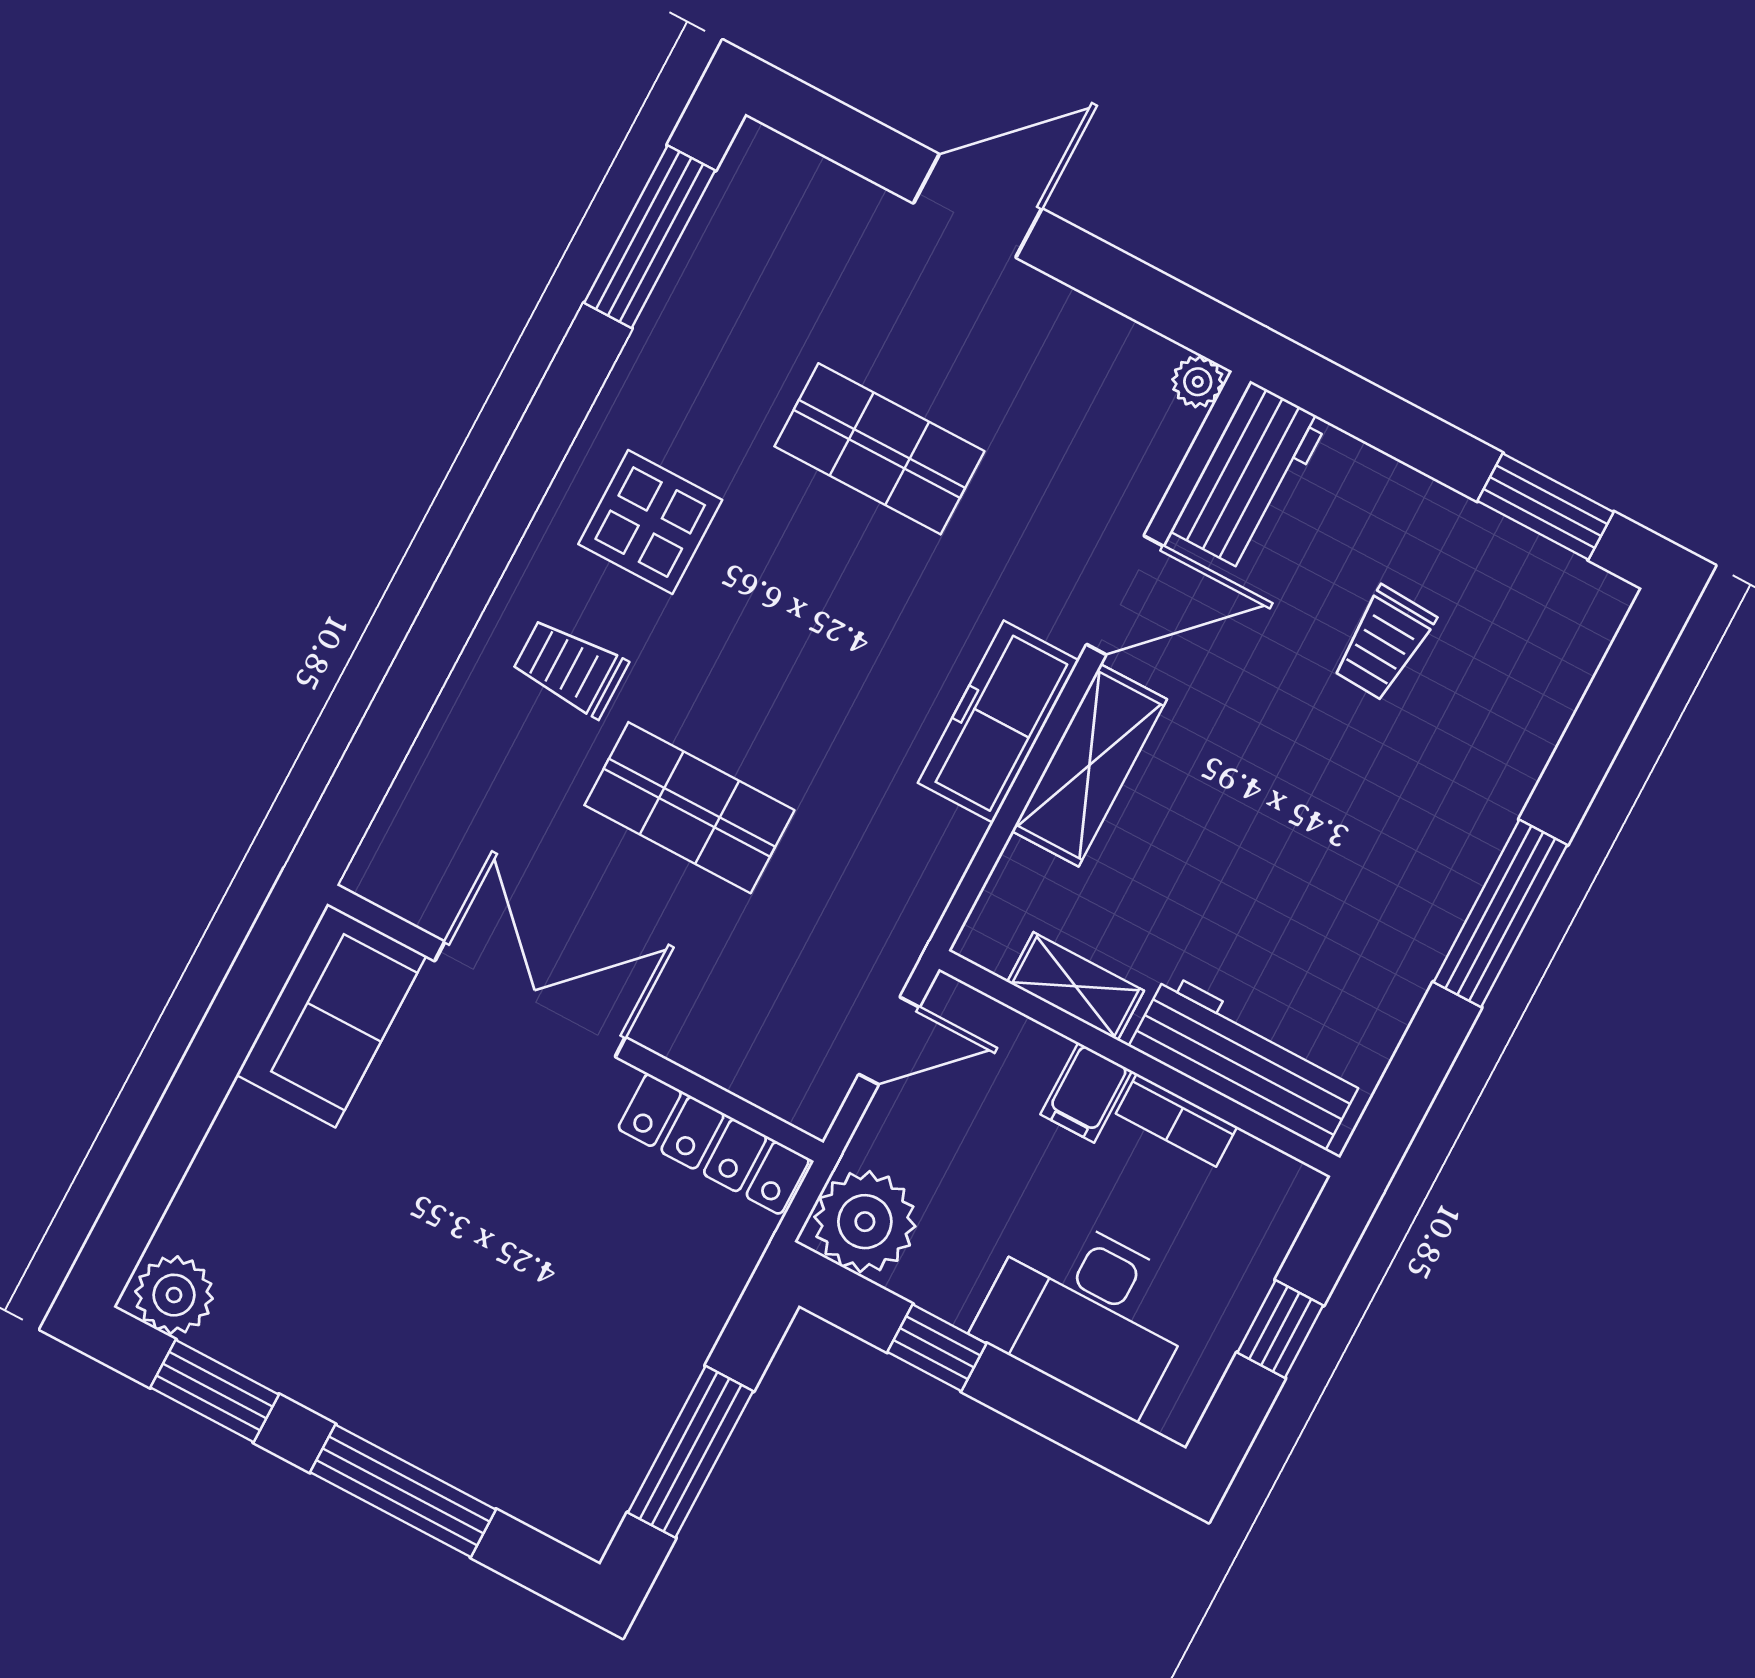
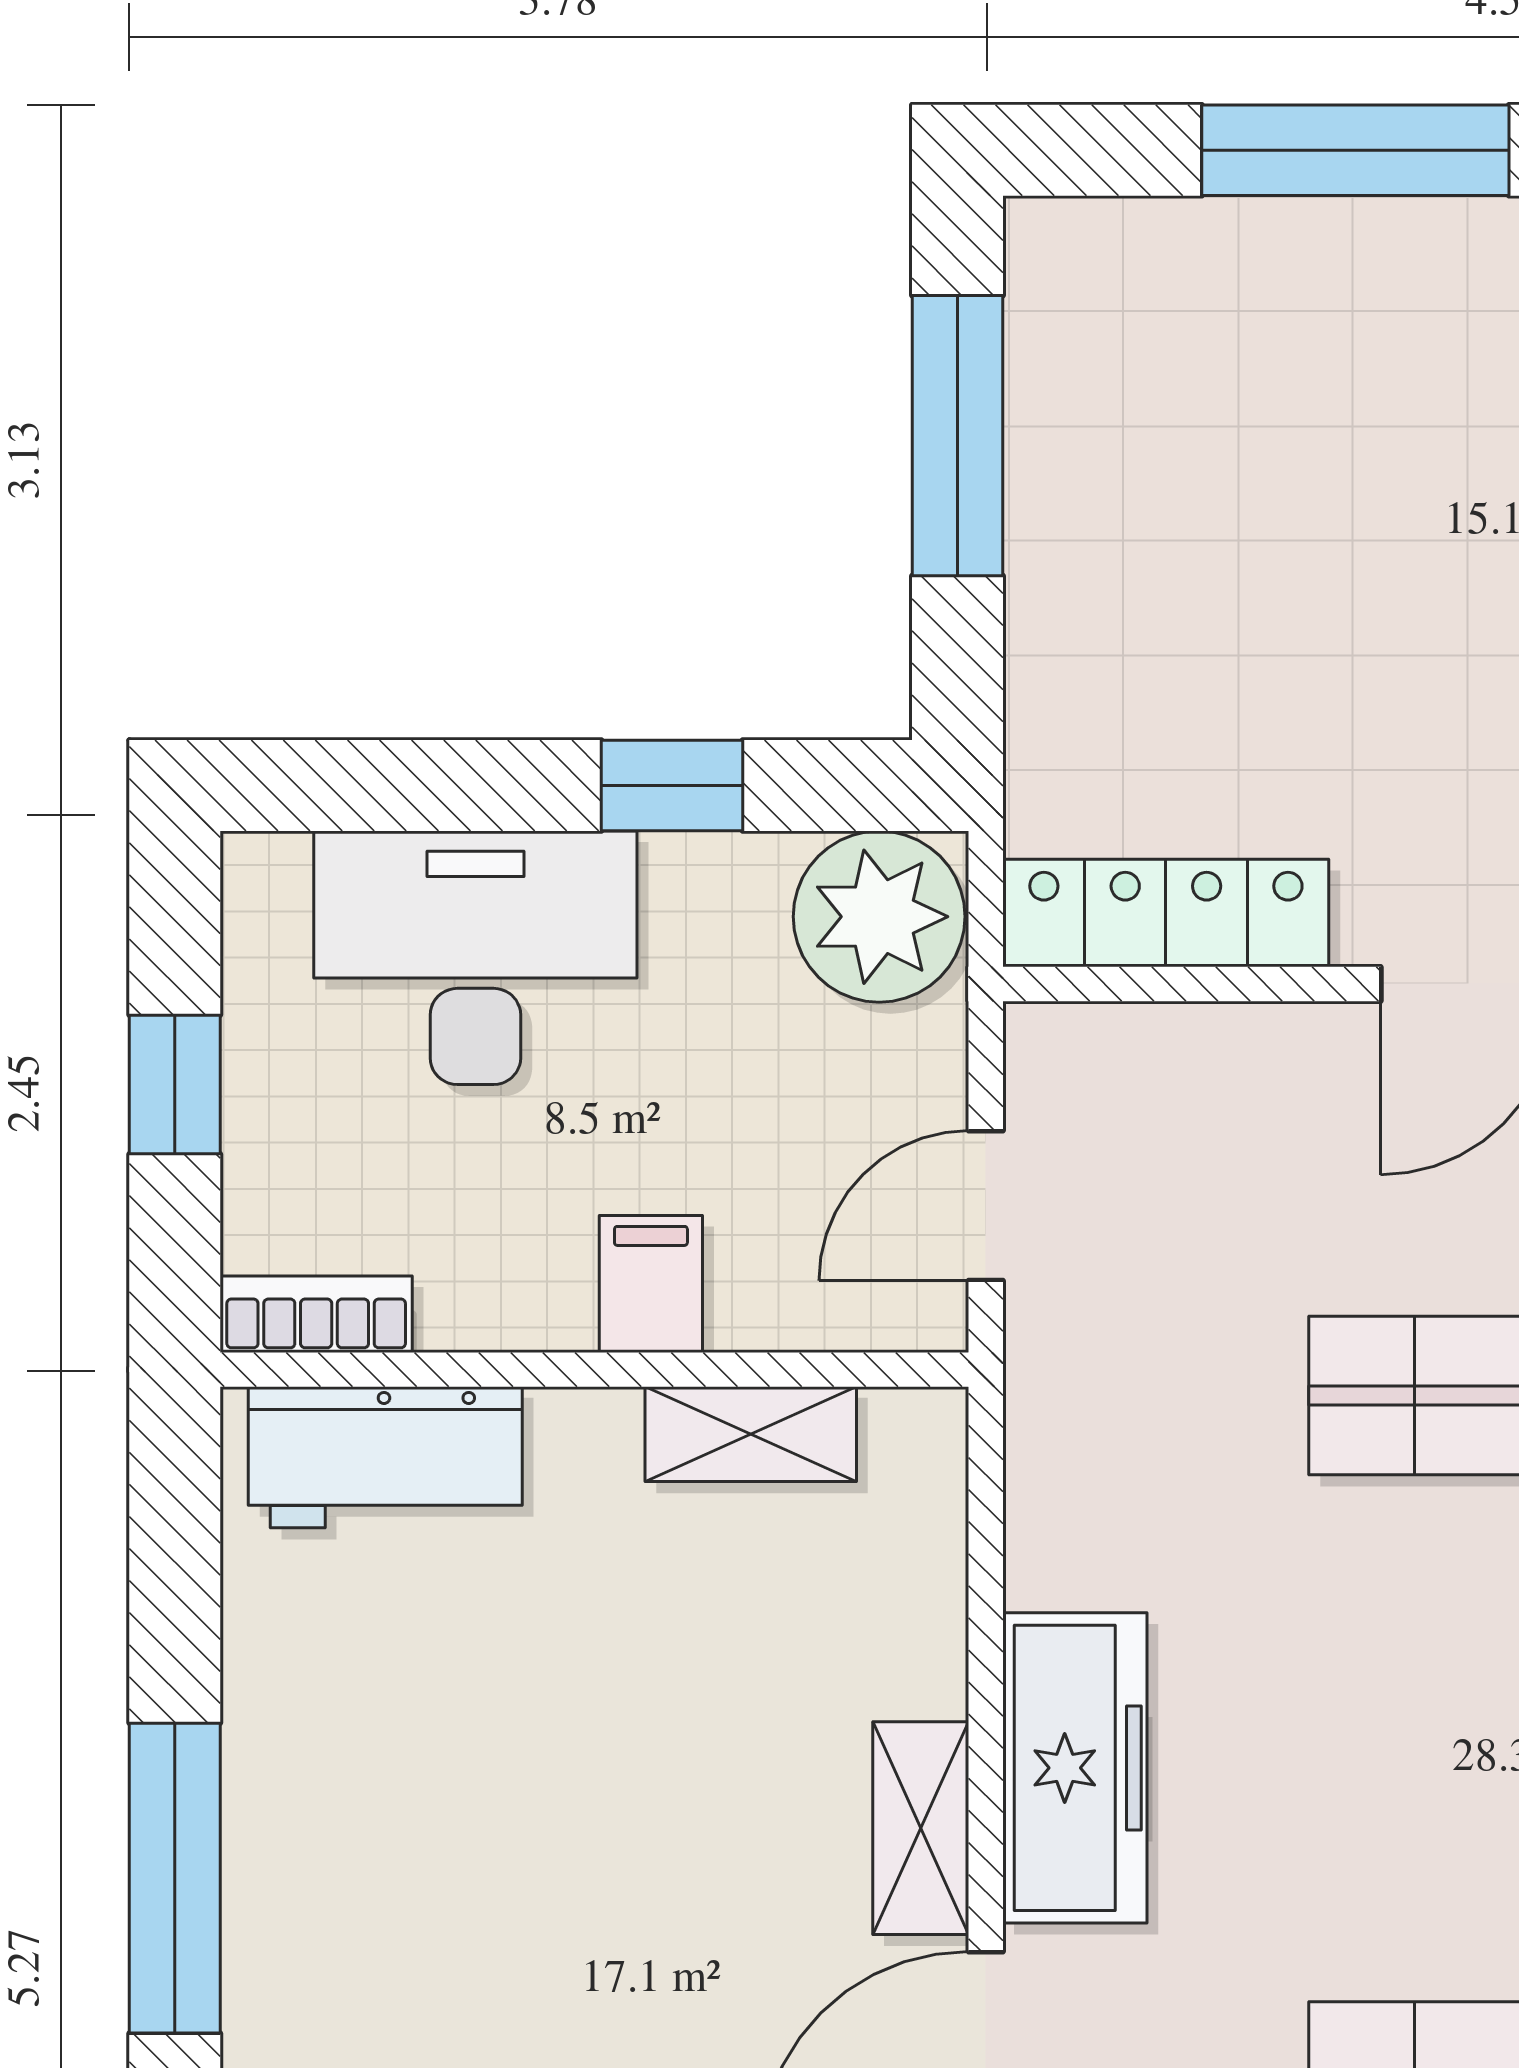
shelving: (1089, 765) -> (921, 1828), width x0.67, depth x0.75
workbench: (1247, 1061) -> (385, 1457), width x0.73
bookcase: (1177, 1120) -> (316, 1314), moved

